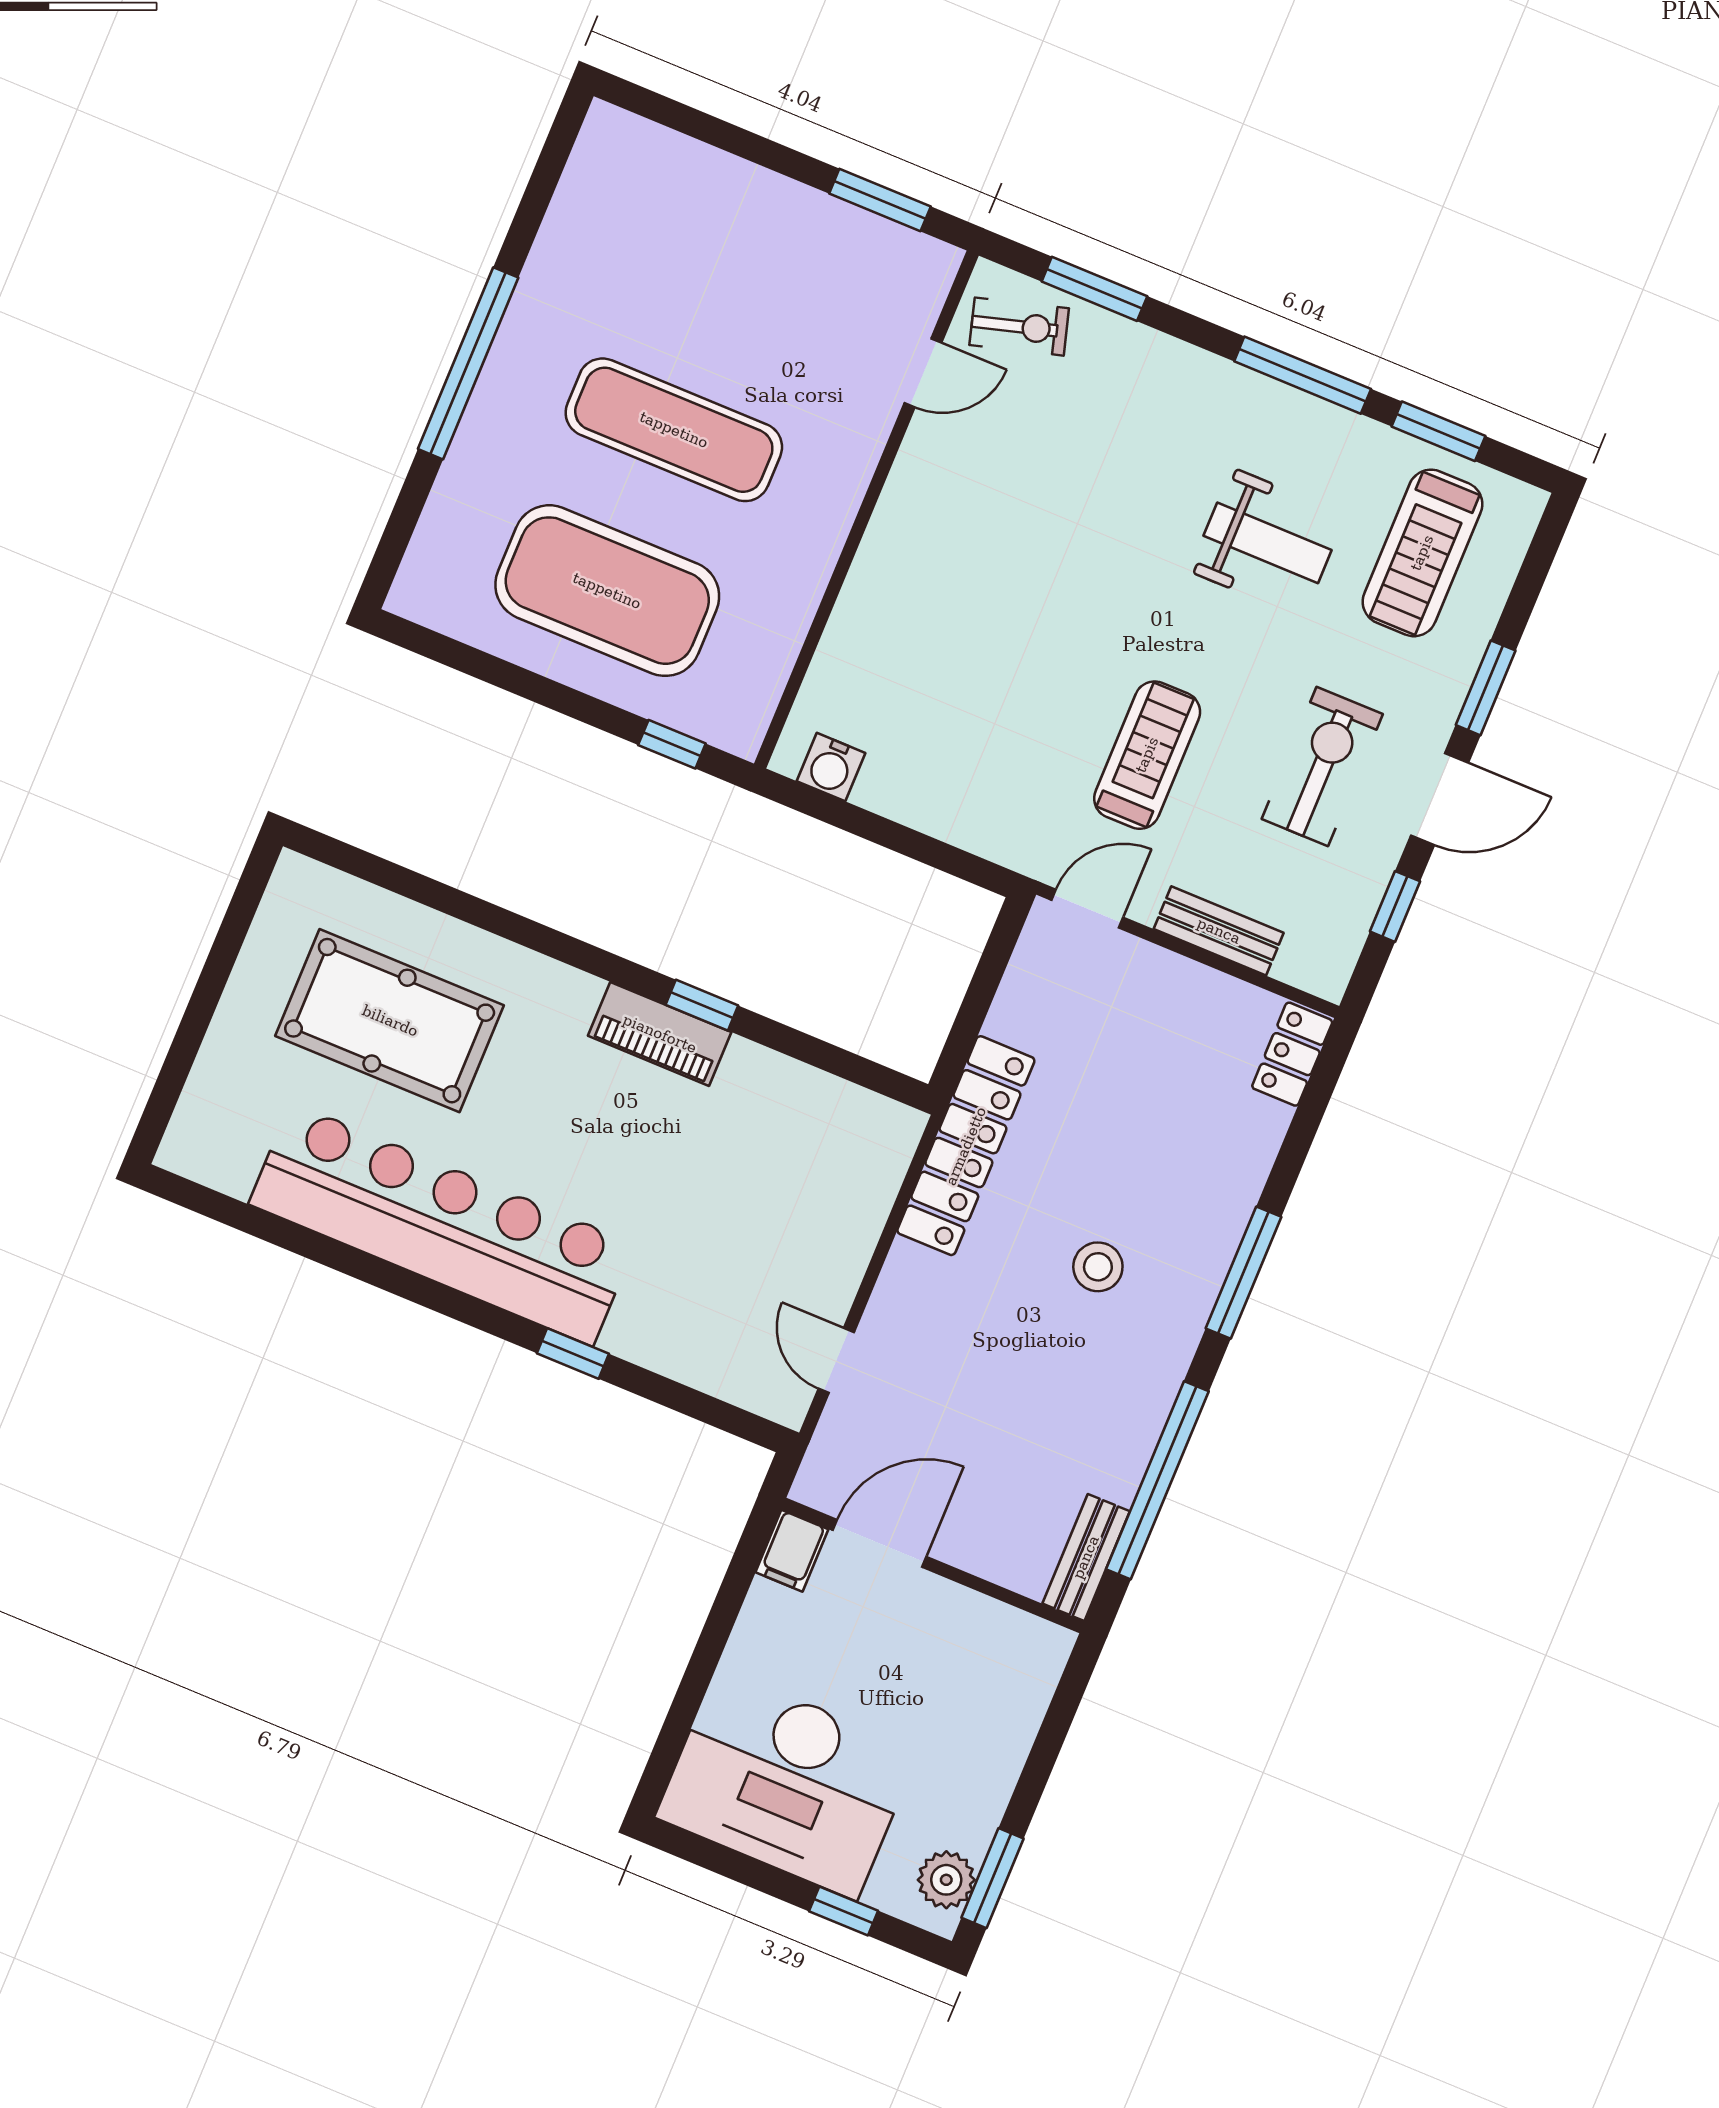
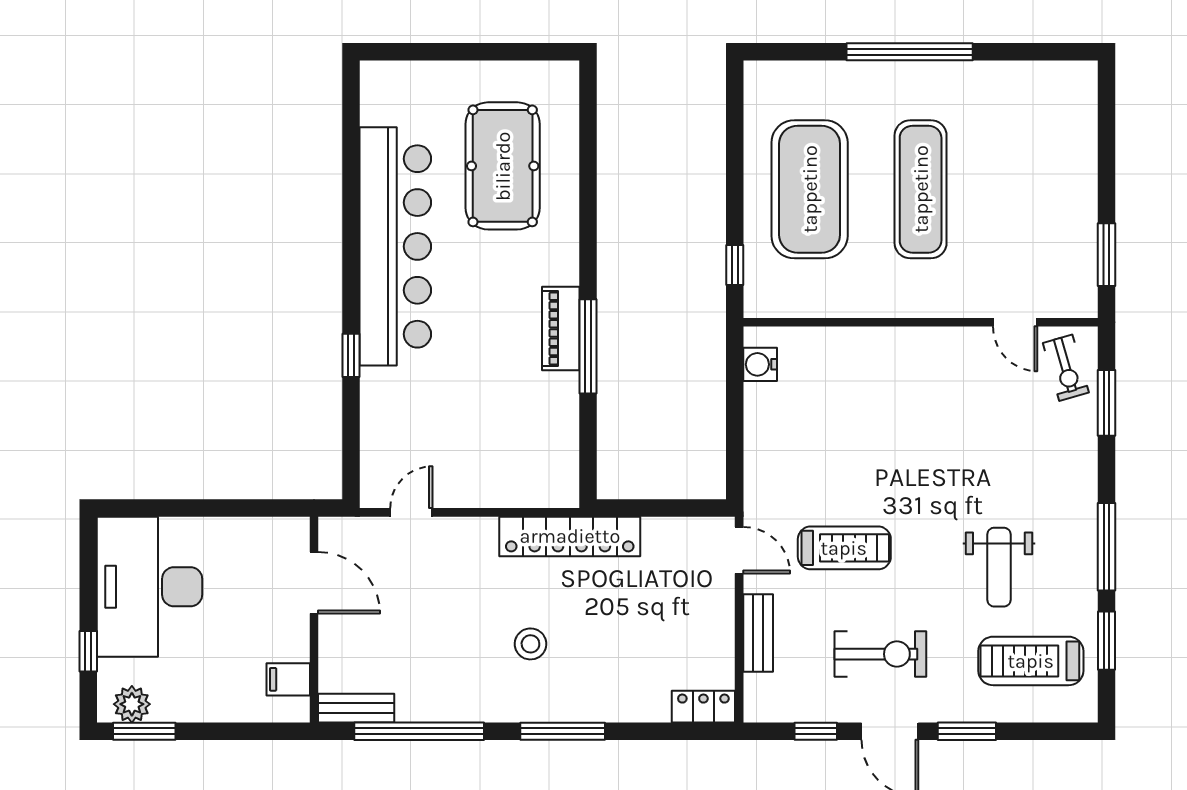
window: (702, 1005) -> (588, 346), width x2.17
filing cabinet: (792, 1551) -> (288, 679), moved

